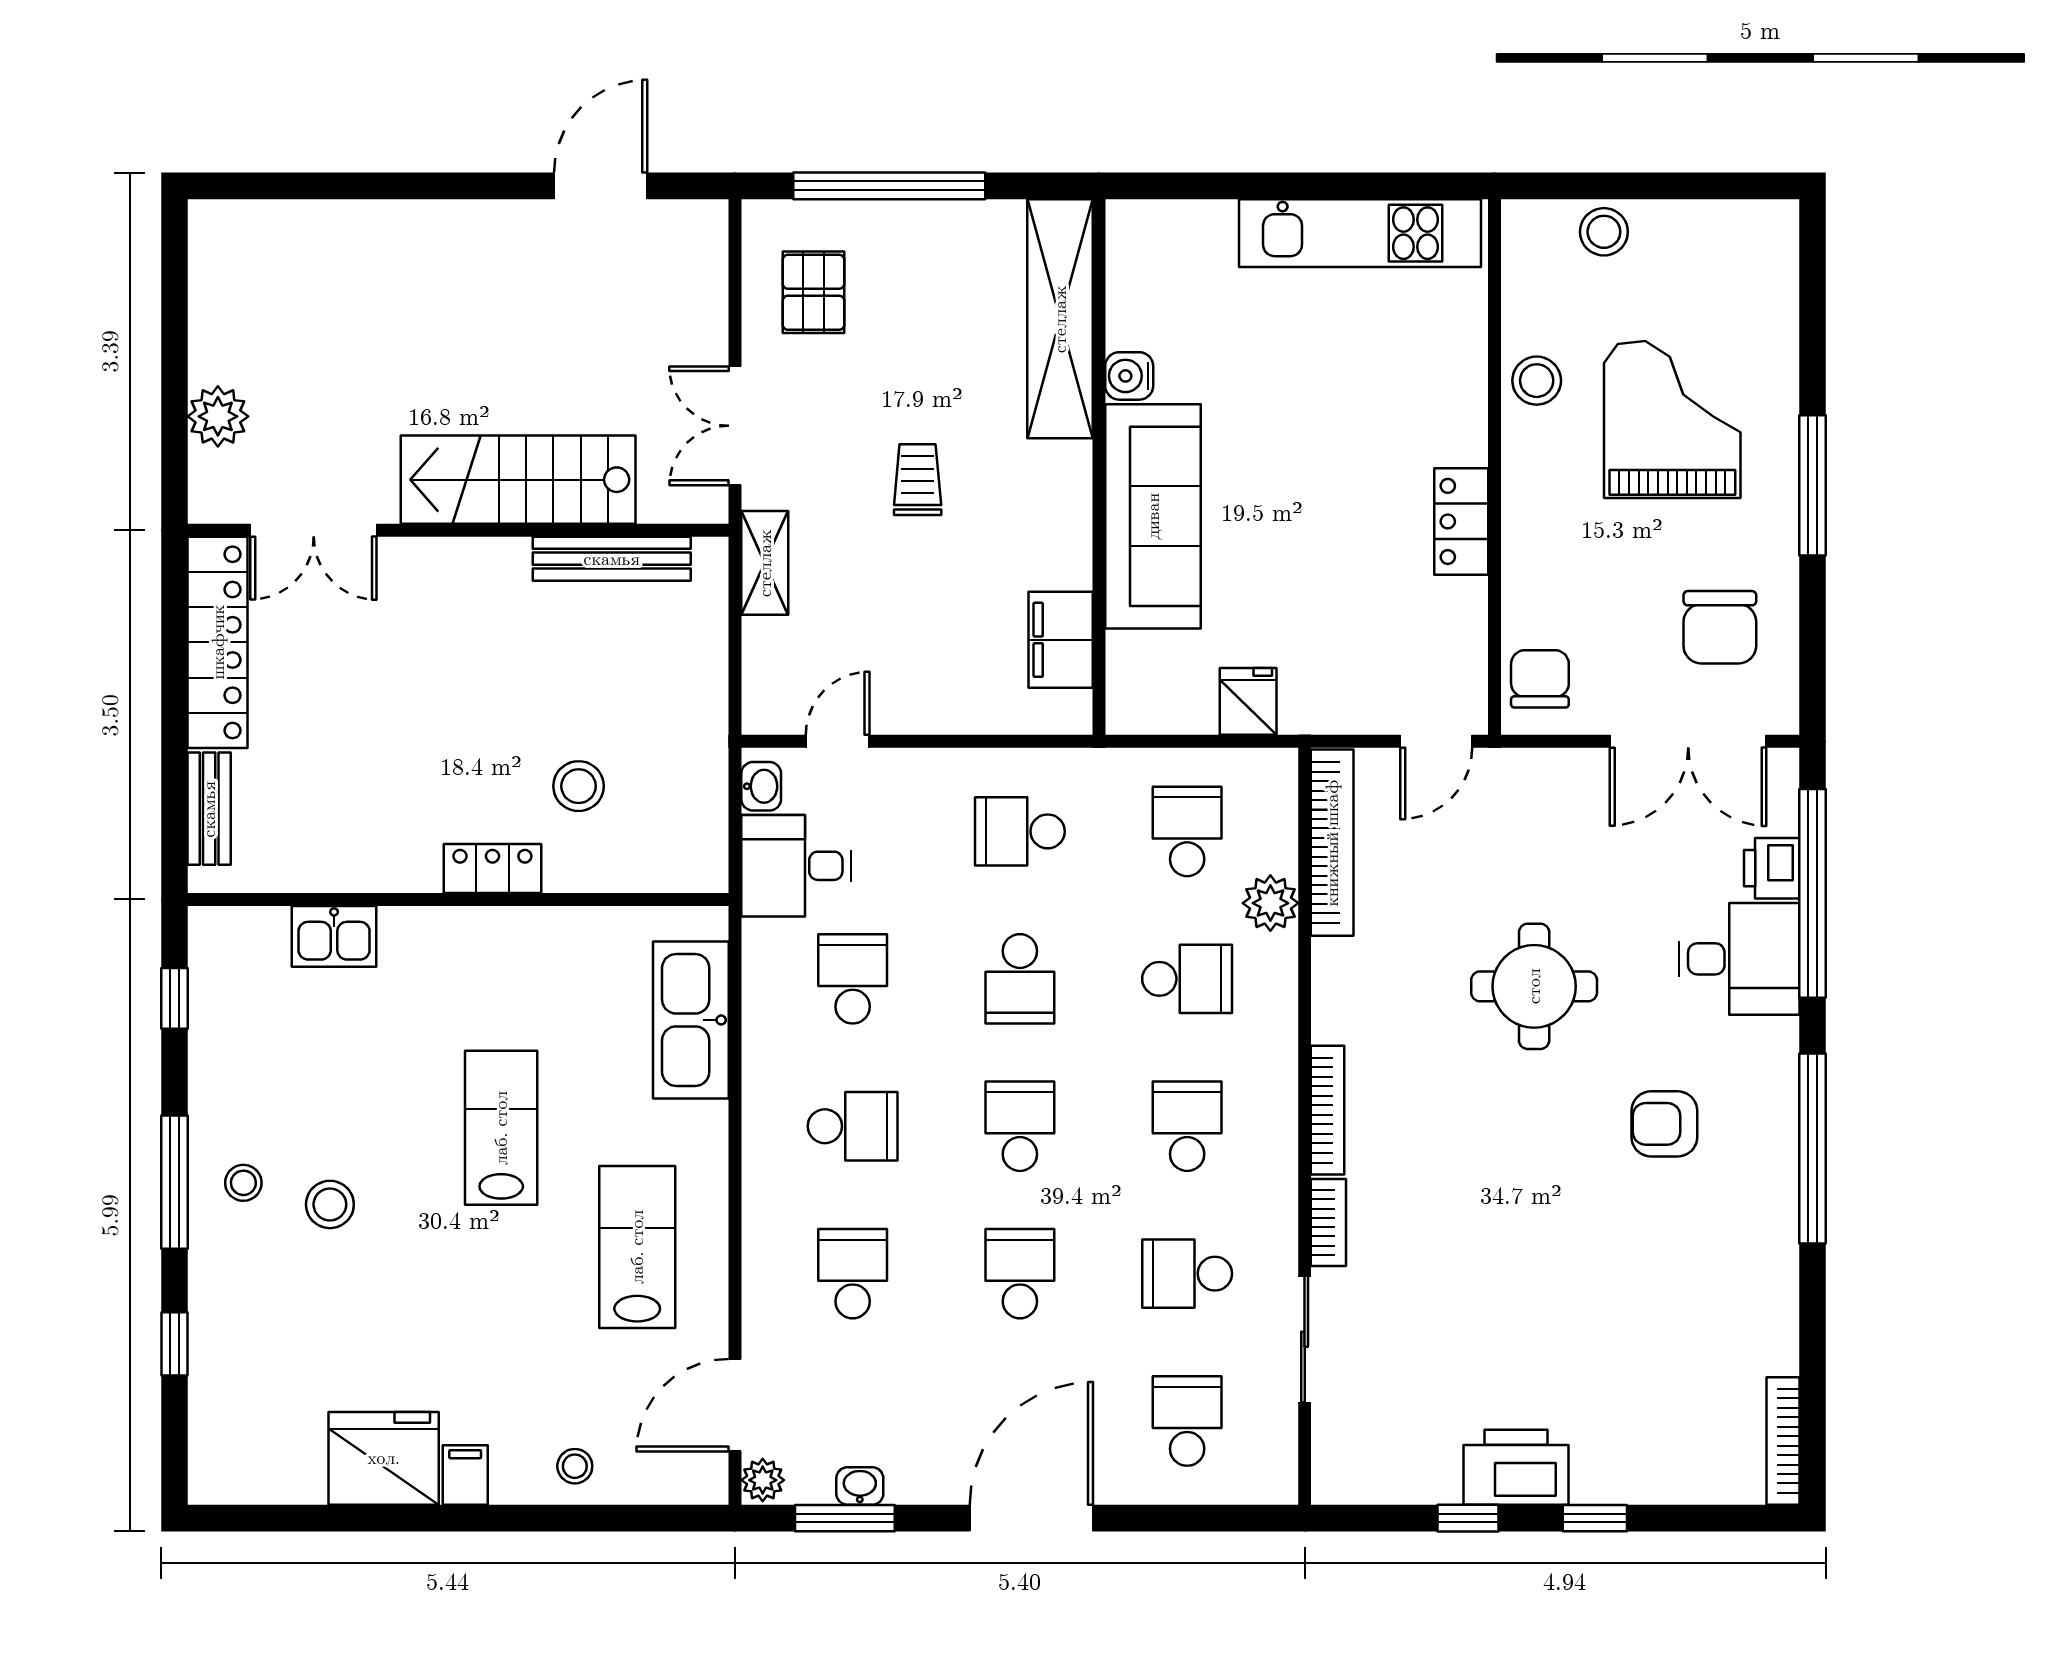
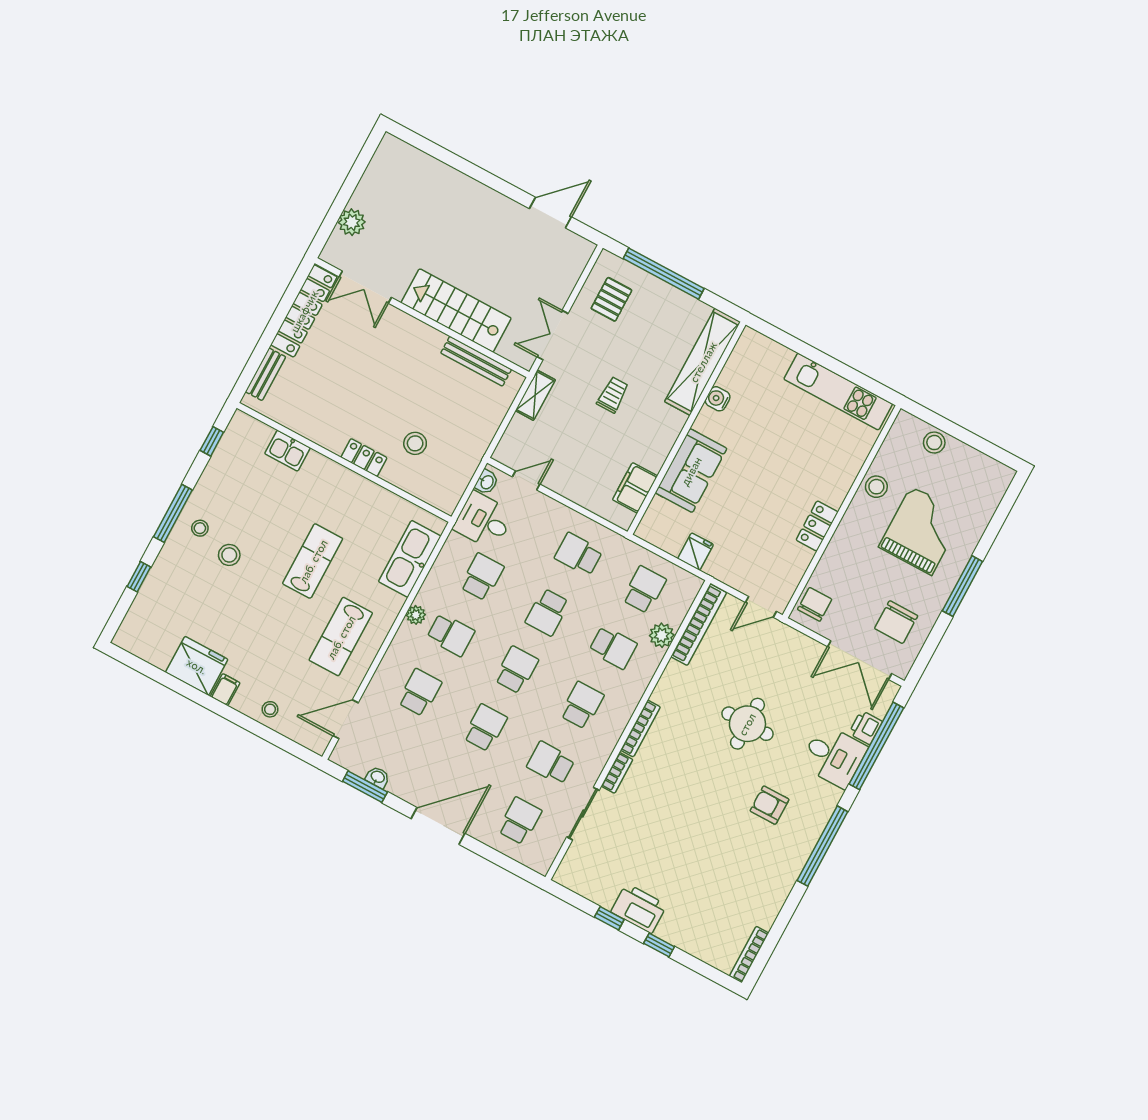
sofa: (1153, 516) -> (691, 471), width x0.73
lab bench: (637, 1247) -> (341, 637), turned 180
plant: (763, 1480) -> (416, 615), moved

